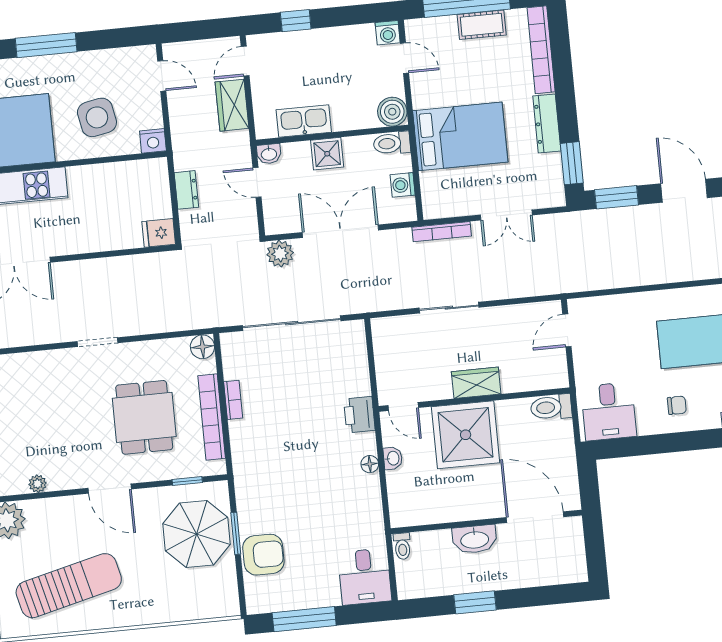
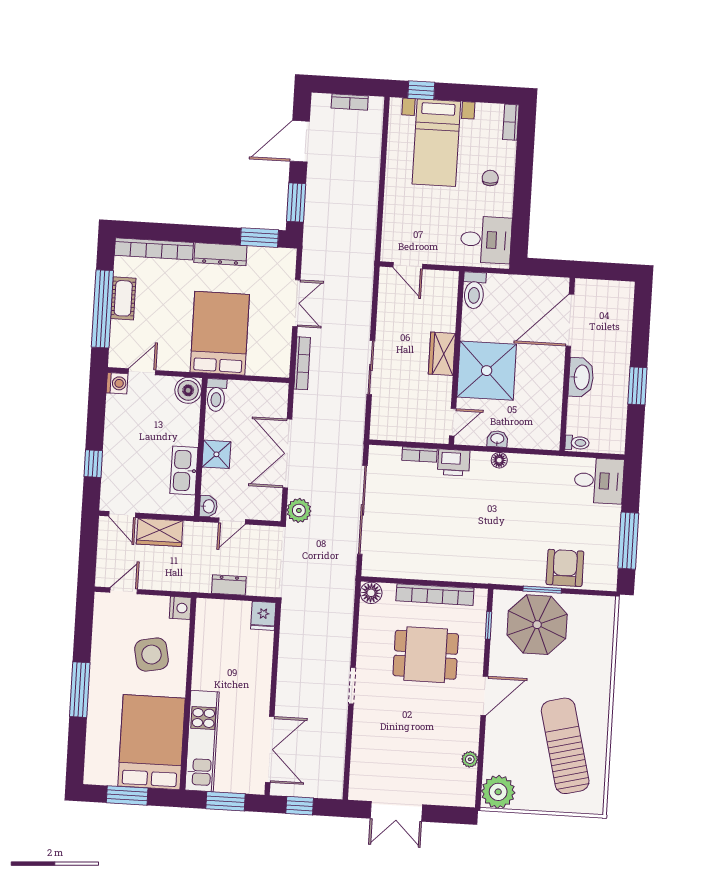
washing machine: (403, 185) -> (255, 391), removed
bookcase: (233, 400) -> (419, 454), moved, turned 180

